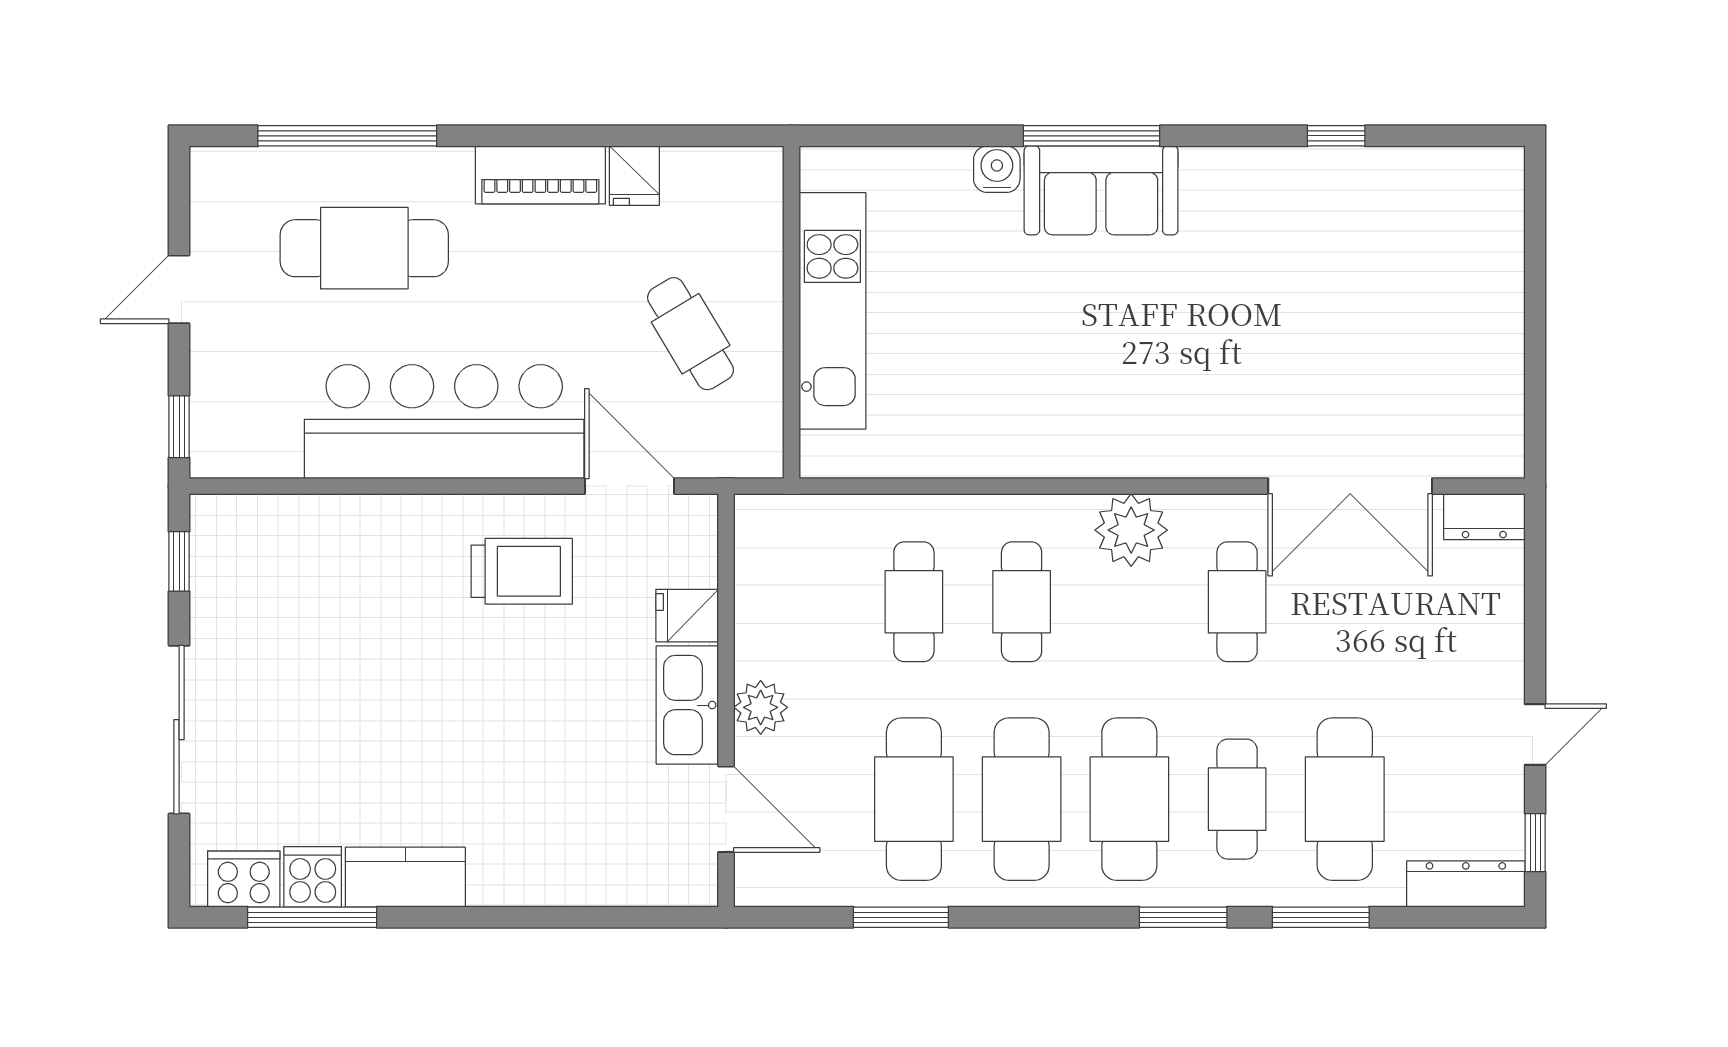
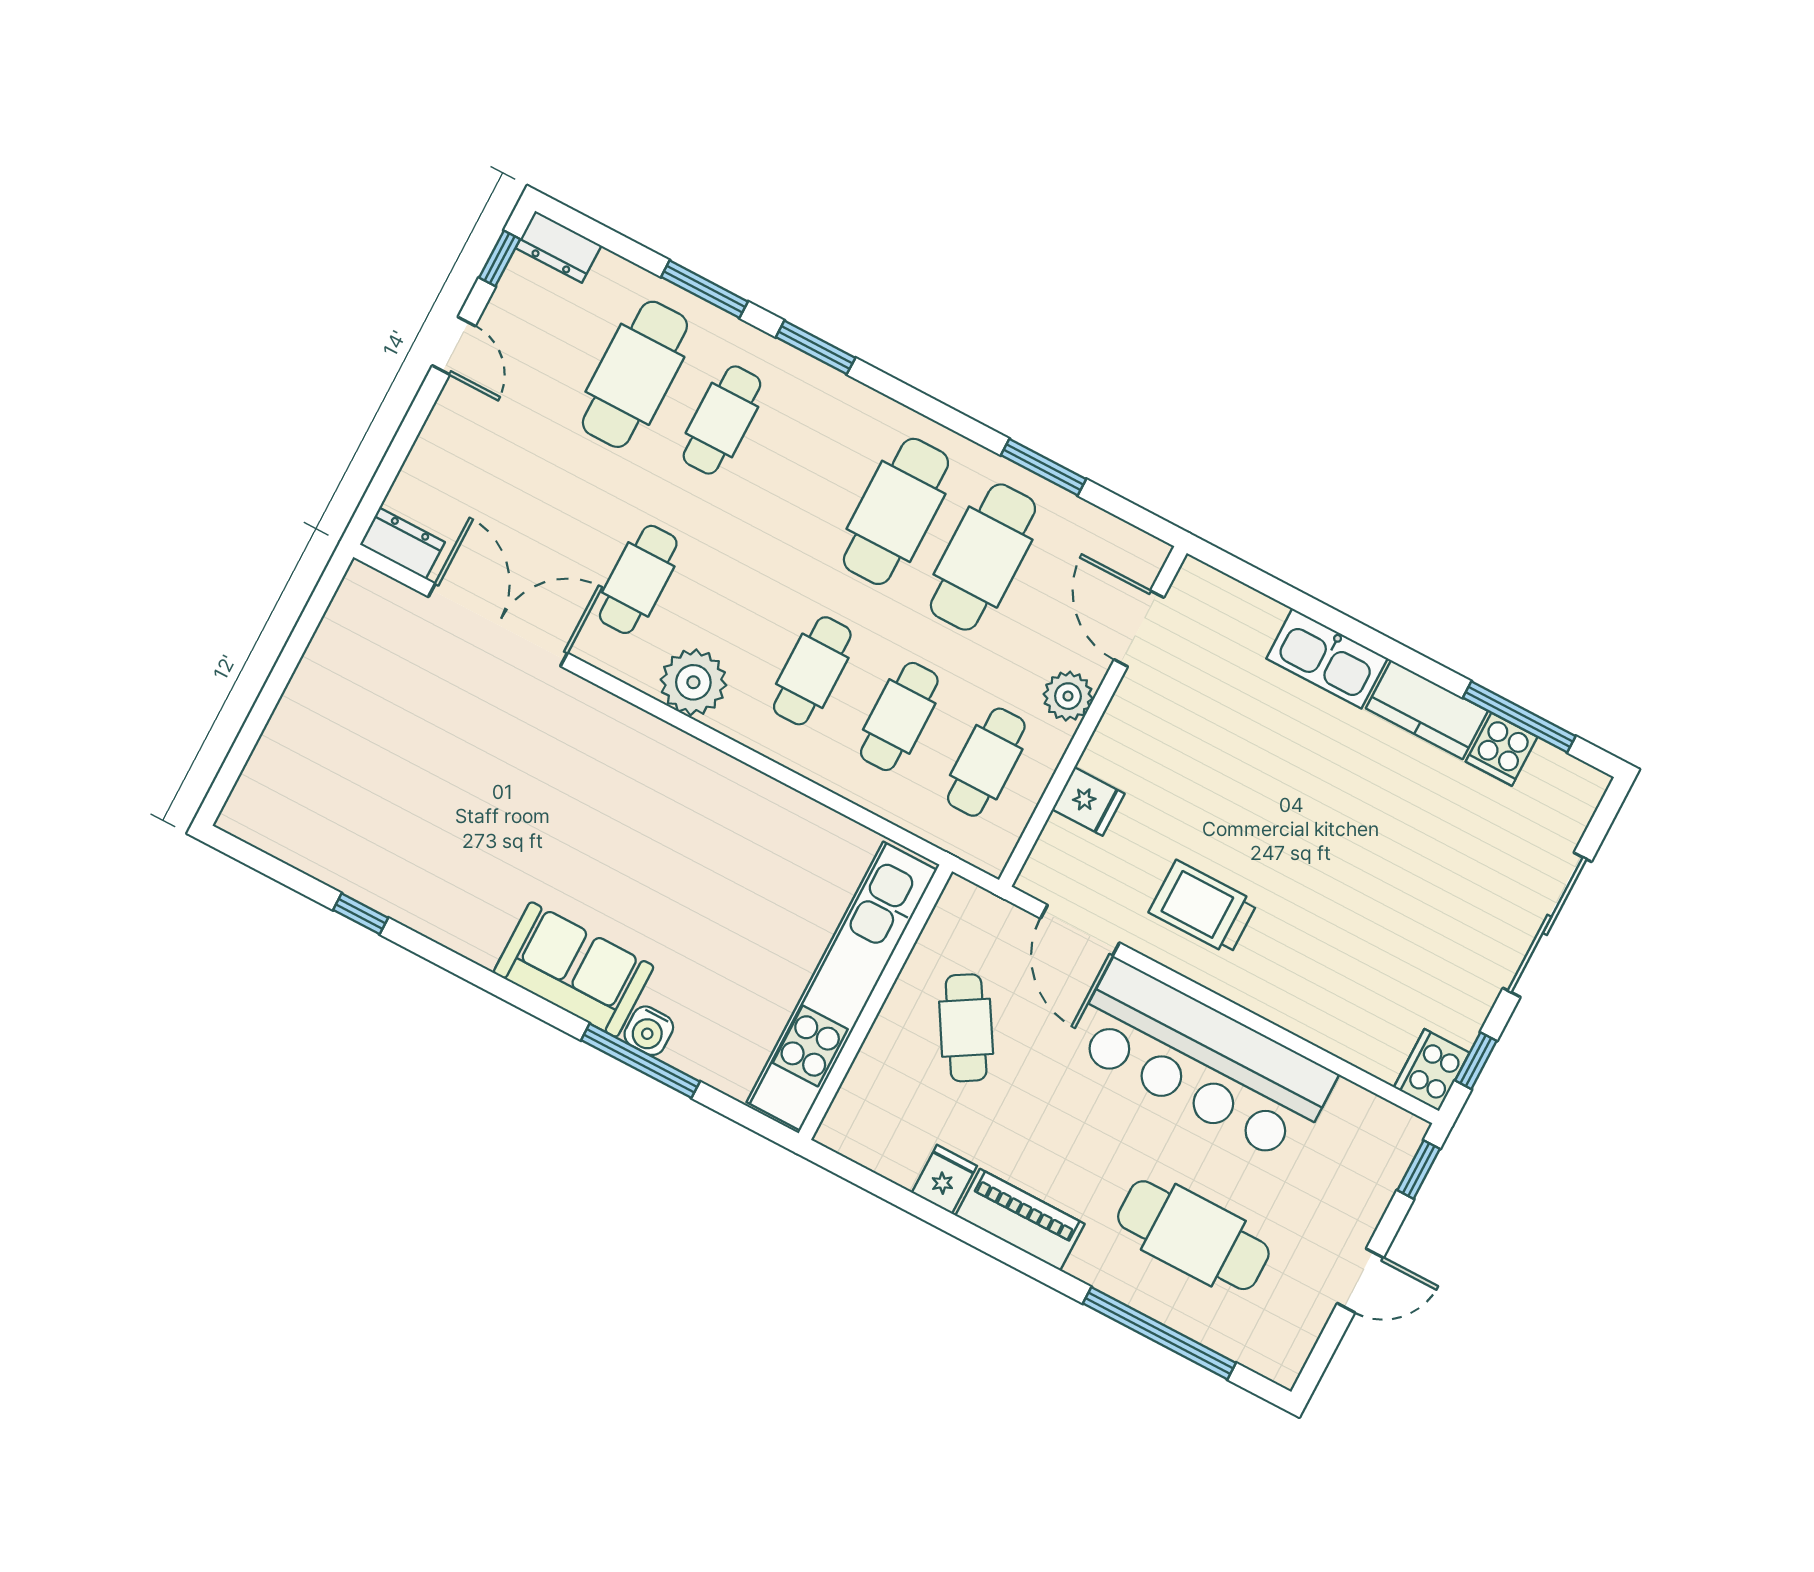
window: (1092, 136) -> (640, 1061), moved
kitchen unit: (832, 311) -> (842, 986), width x1.36
kitchen sink: (687, 705) -> (1327, 658), moved, turned 90
door: (1535, 734) -> (454, 346), swing flipped
cafe table: (1129, 799) -> (986, 762), moved, width x0.73, depth x0.74
cooker: (244, 879) -> (1432, 1070), moved, turned 90
dresser: (1466, 884) -> (559, 247), width x0.70

